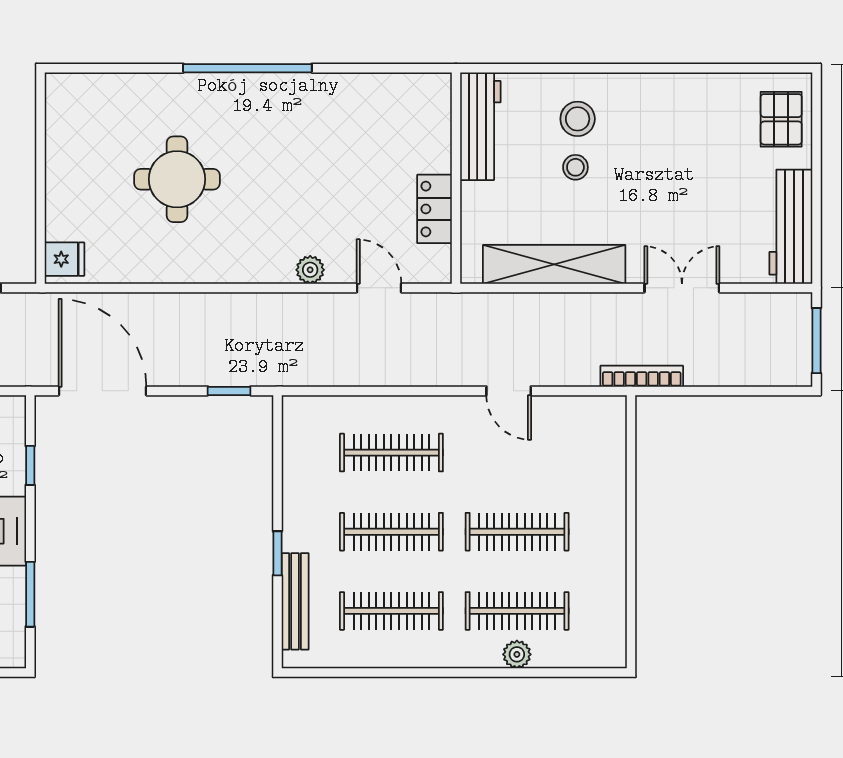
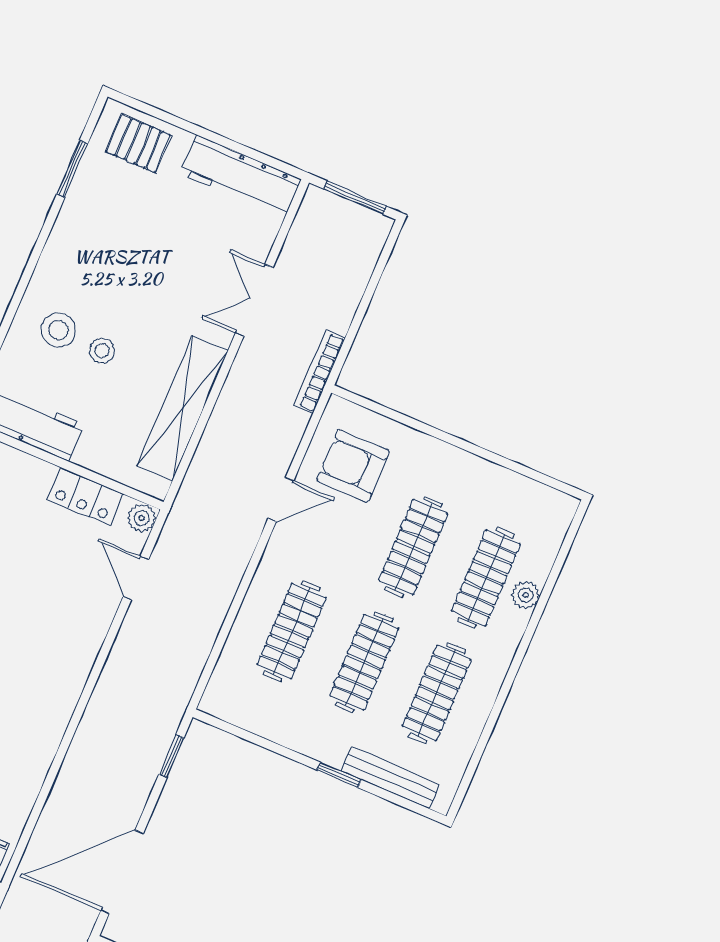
window: (732, 68) -> (72, 169), added
plant: (310, 270) -> (142, 518), moved
door: (379, 288) -> (136, 578), hinge flipped
armchair: (568, 444) -> (353, 466), added

